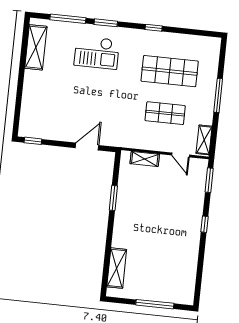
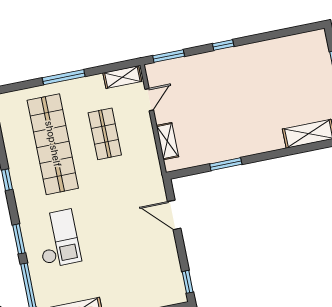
shop shelf: (170, 71) -> (53, 144), width x1.40

